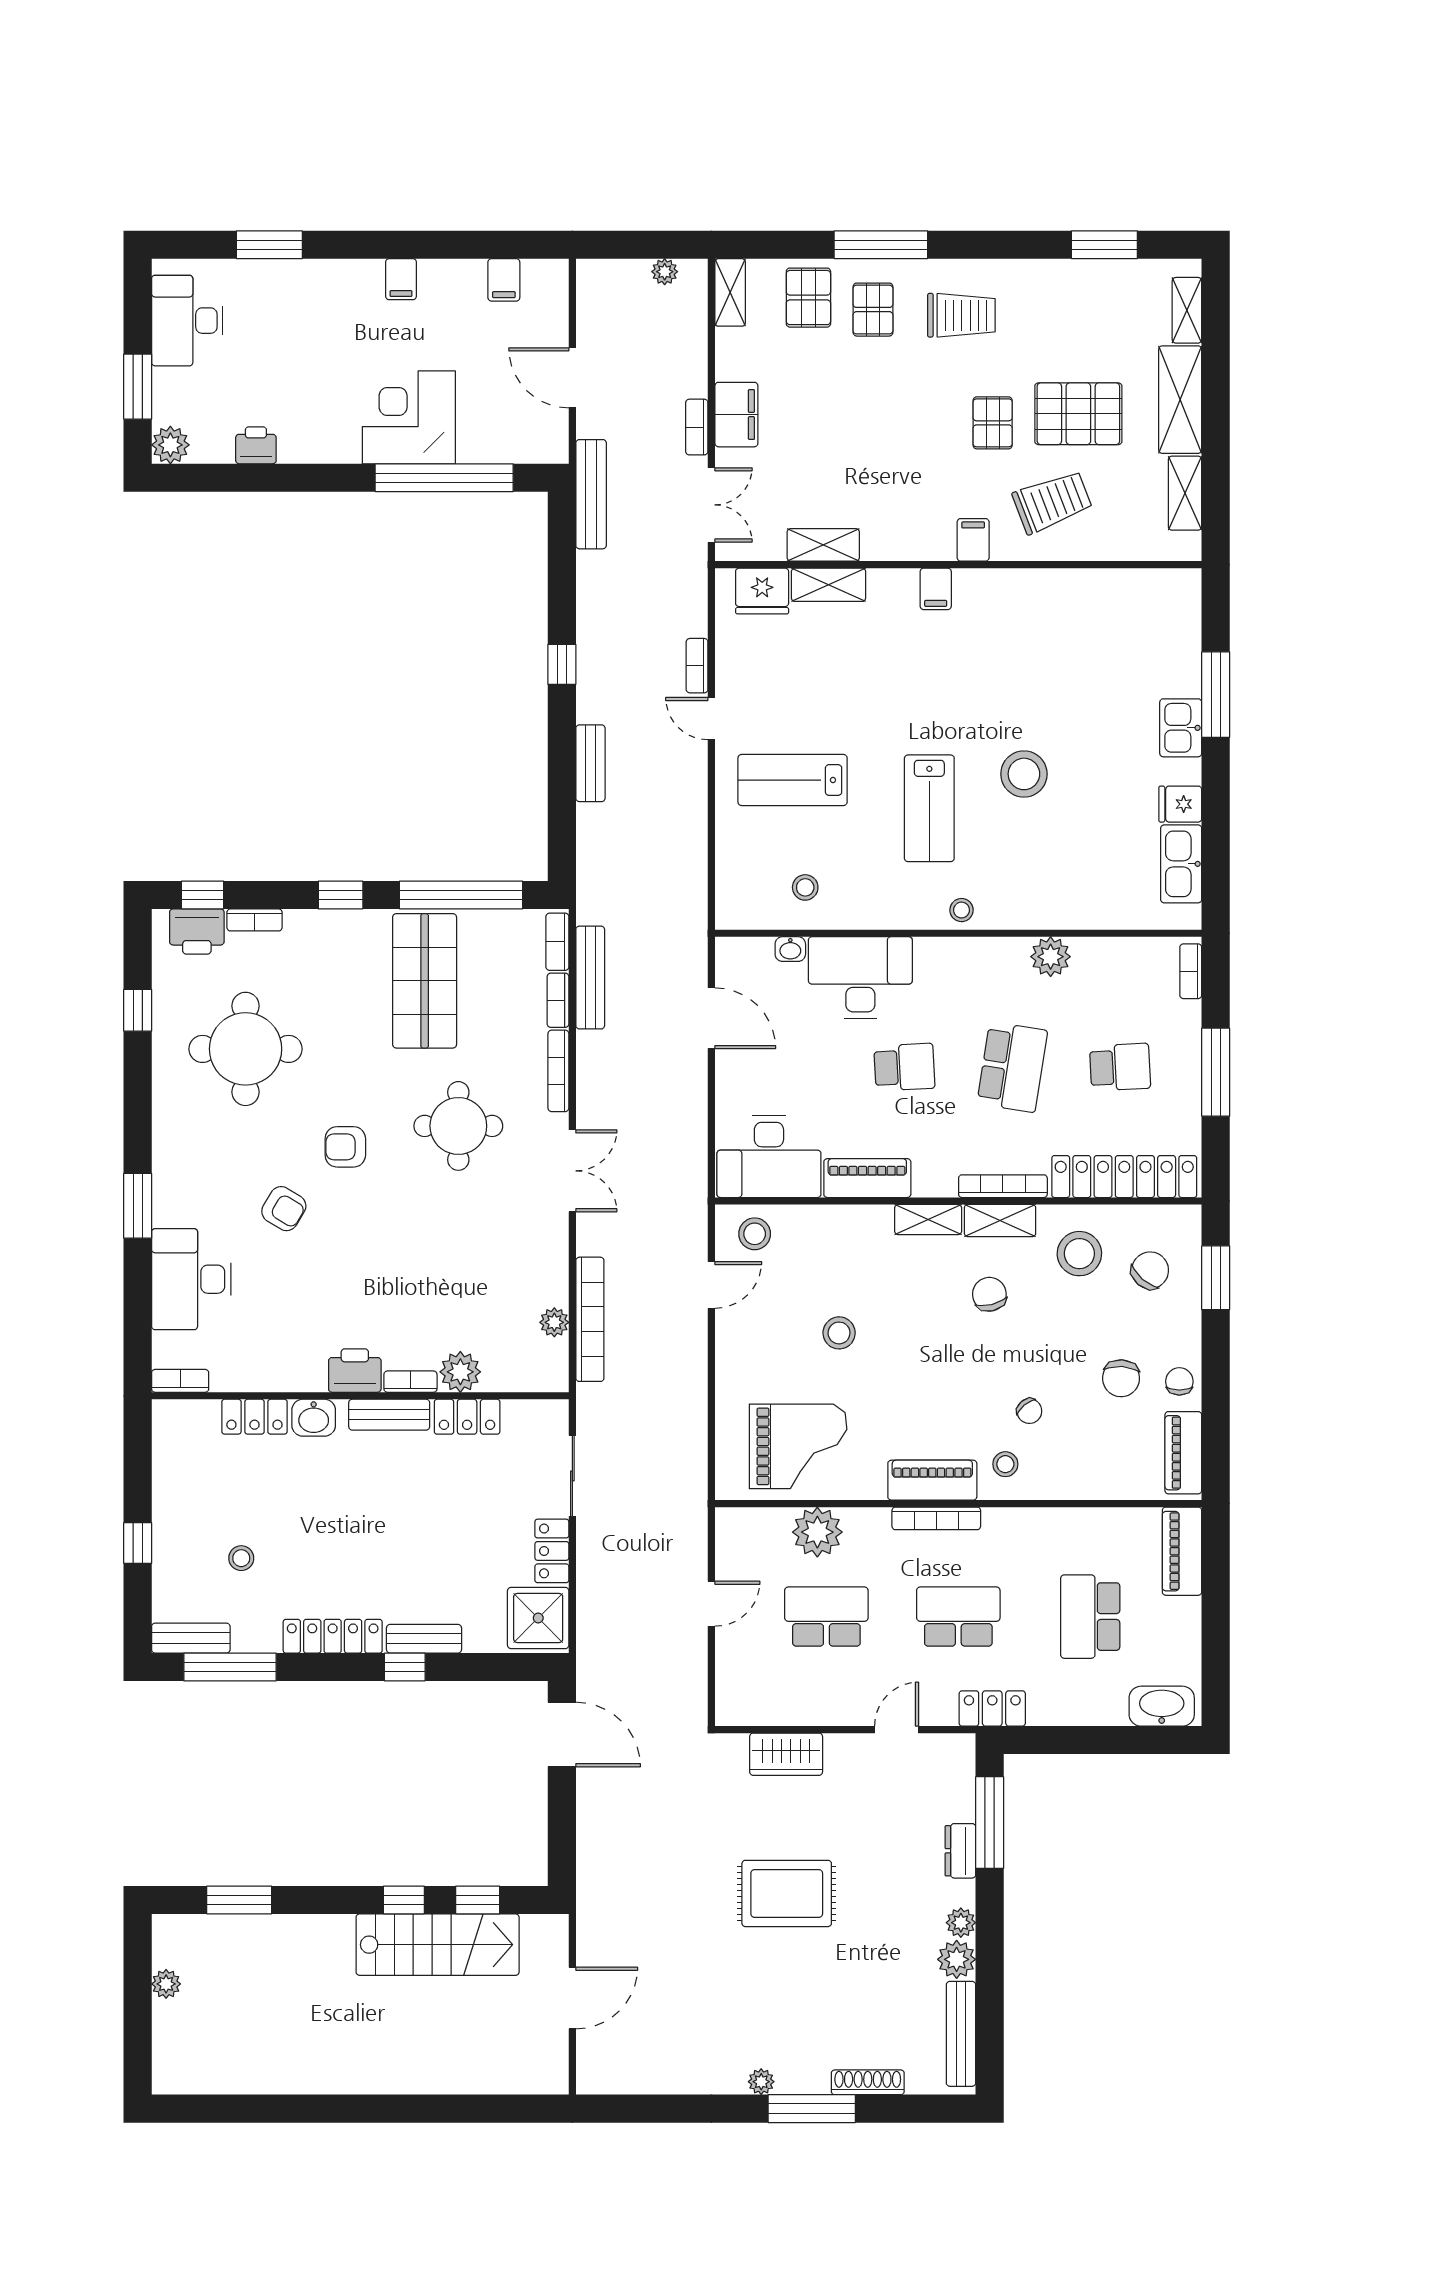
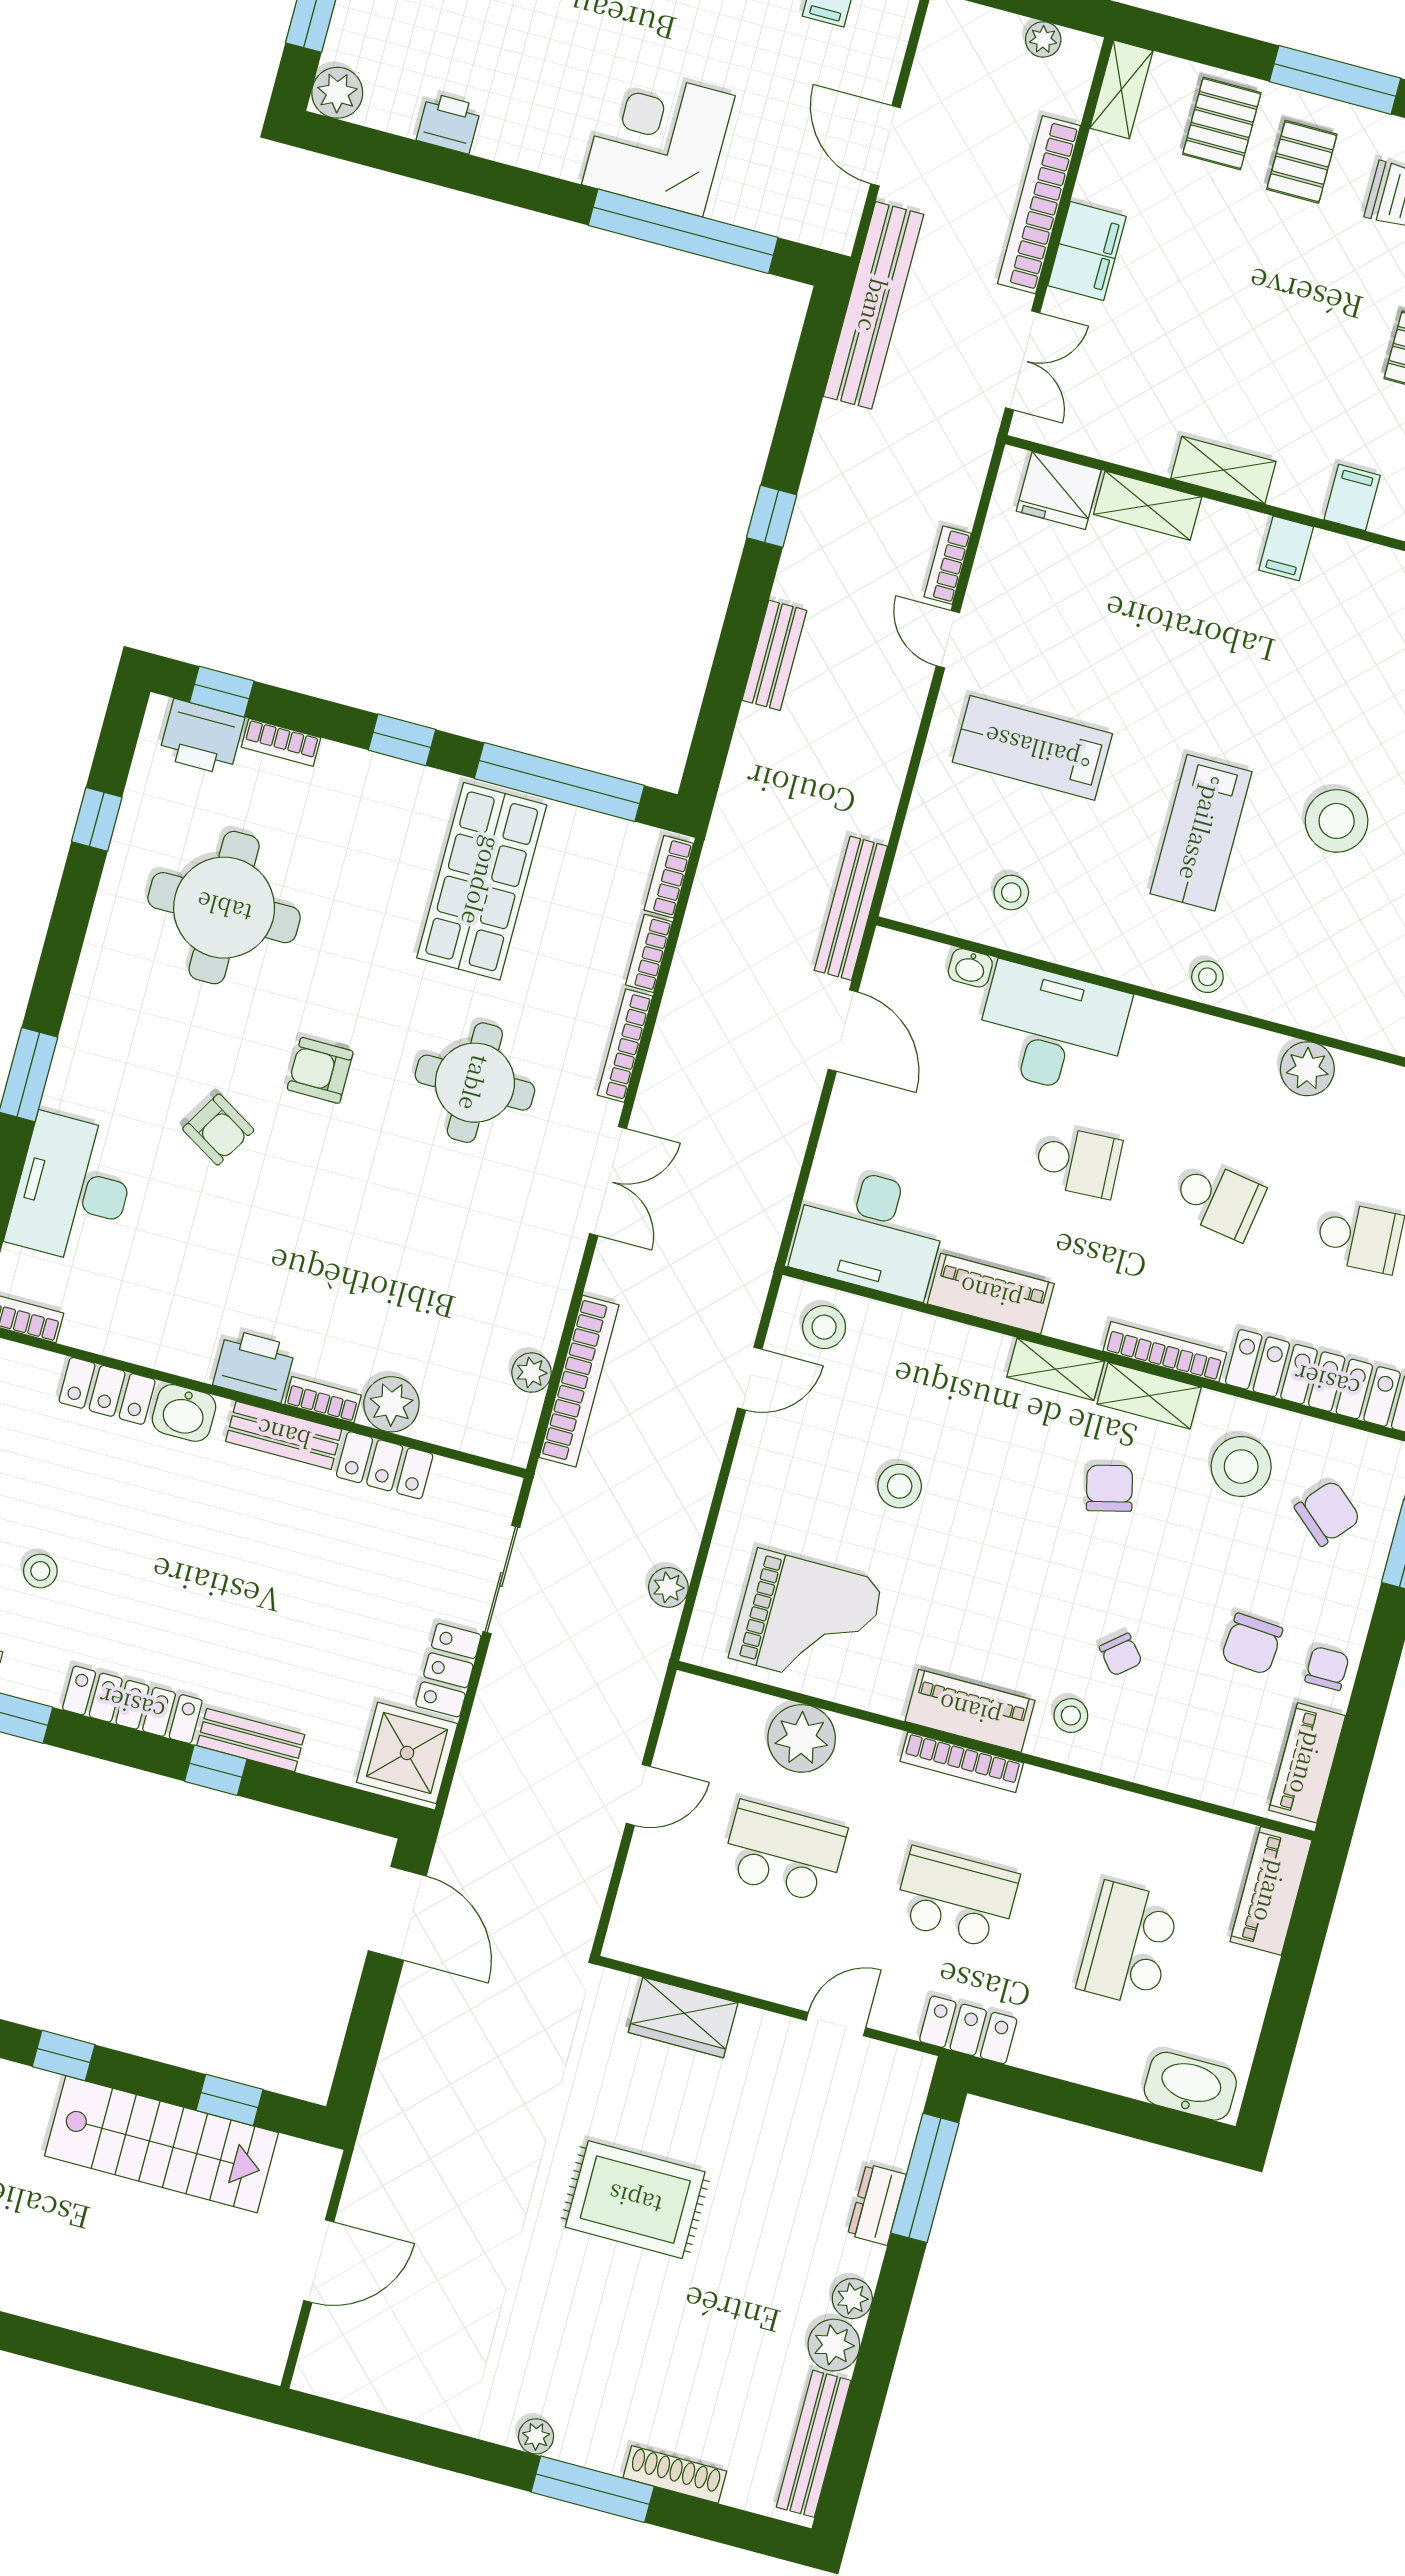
bookcase: (697, 427) -> (1039, 205), width x2.31, depth x1.31
bench: (591, 494) -> (874, 305), width x1.37, depth x1.21
shelving: (823, 545) -> (1223, 470), moved
bench: (590, 978) -> (851, 908), moved
school desk: (1012, 1067) -> (1219, 1200), width x0.54
plant: (693, 1450) -> (668, 1587), added
window: (404, 1900) -> (64, 2056), moved

